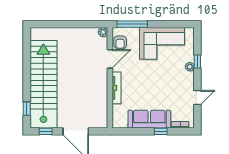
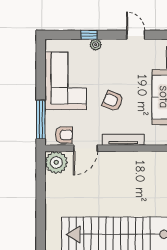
plant: (103, 32) -> (56, 162), width x1.87, depth x1.87
door: (110, 59) -> (86, 148), swing flipped
armchair: (146, 80) -> (113, 101), added

